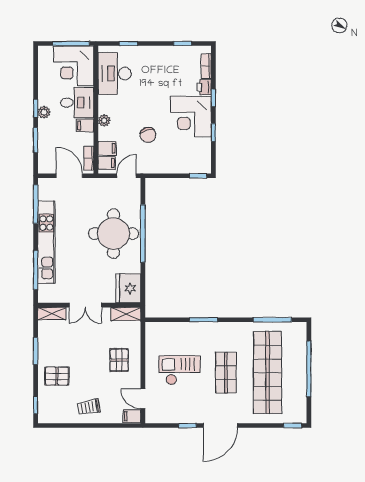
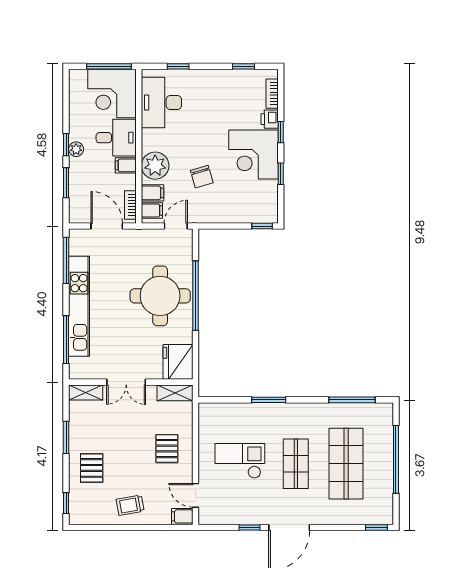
plant: (104, 120) -> (155, 166), width x1.87, depth x1.87
shop shelf: (268, 373) -> (346, 464), width x0.71
pallet: (57, 376) -> (92, 468), turned 90

